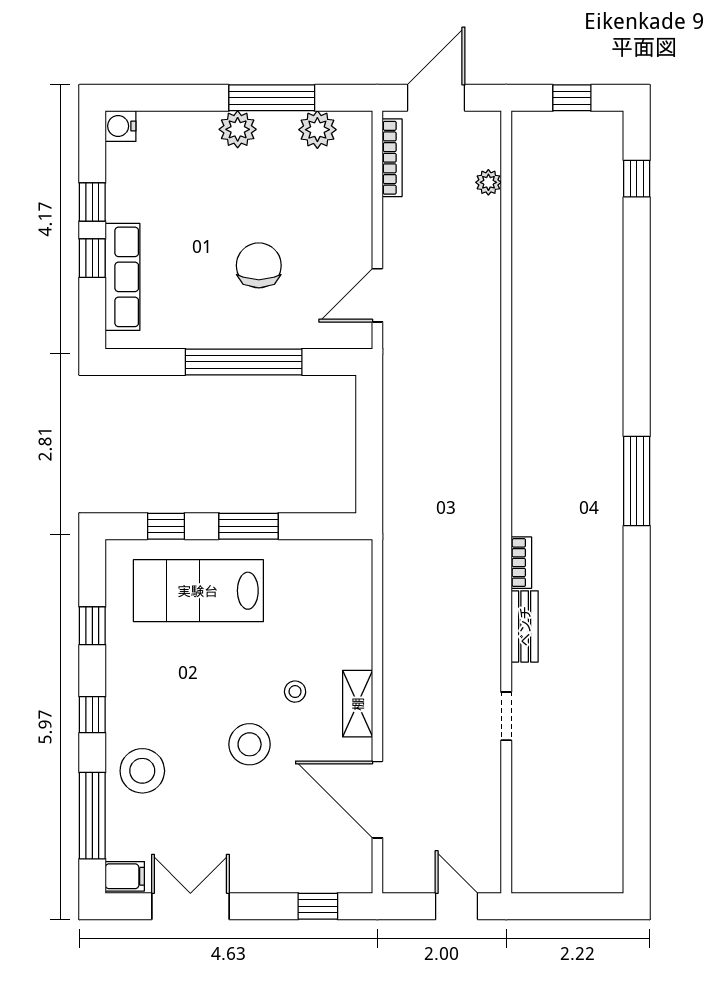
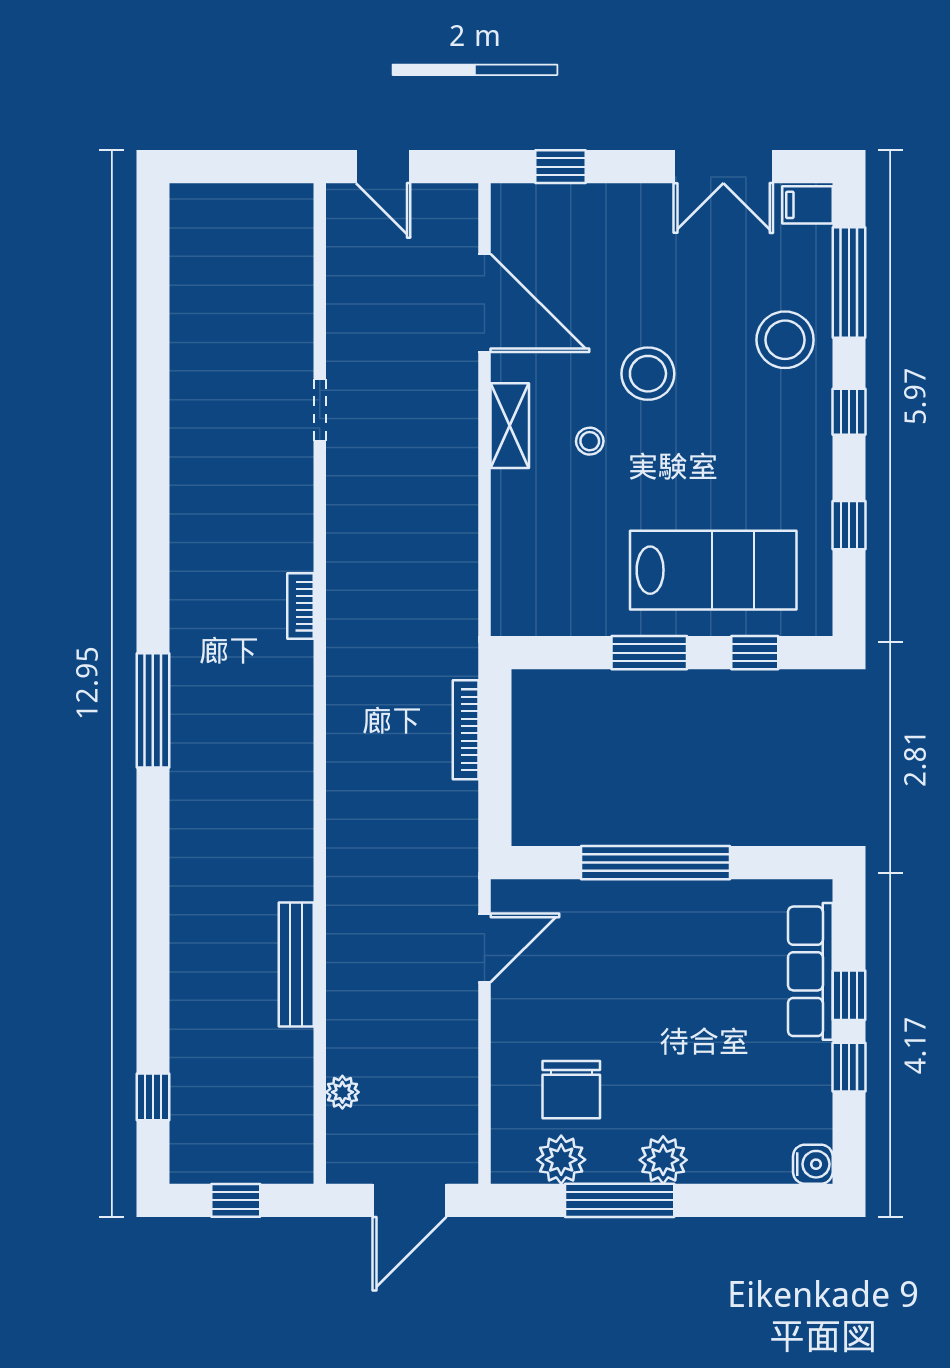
bookcase: (392, 158) -> (466, 730), moved
chair: (259, 265) -> (571, 1090), moved
bench: (525, 626) -> (296, 964), moved, width x1.36

